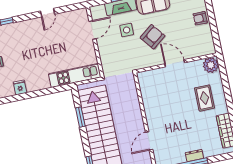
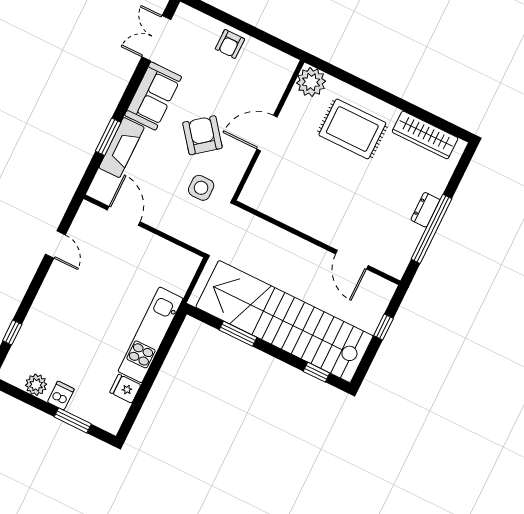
door: (48, 13) -> (55, 244), moved
side table: (127, 30) -> (201, 188), moved
kitchen unit: (75, 75) -> (151, 335), moved
rug: (204, 98) -> (352, 129), width x1.36, depth x1.43

